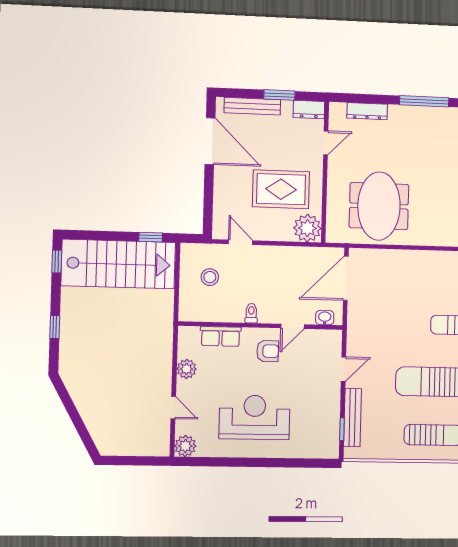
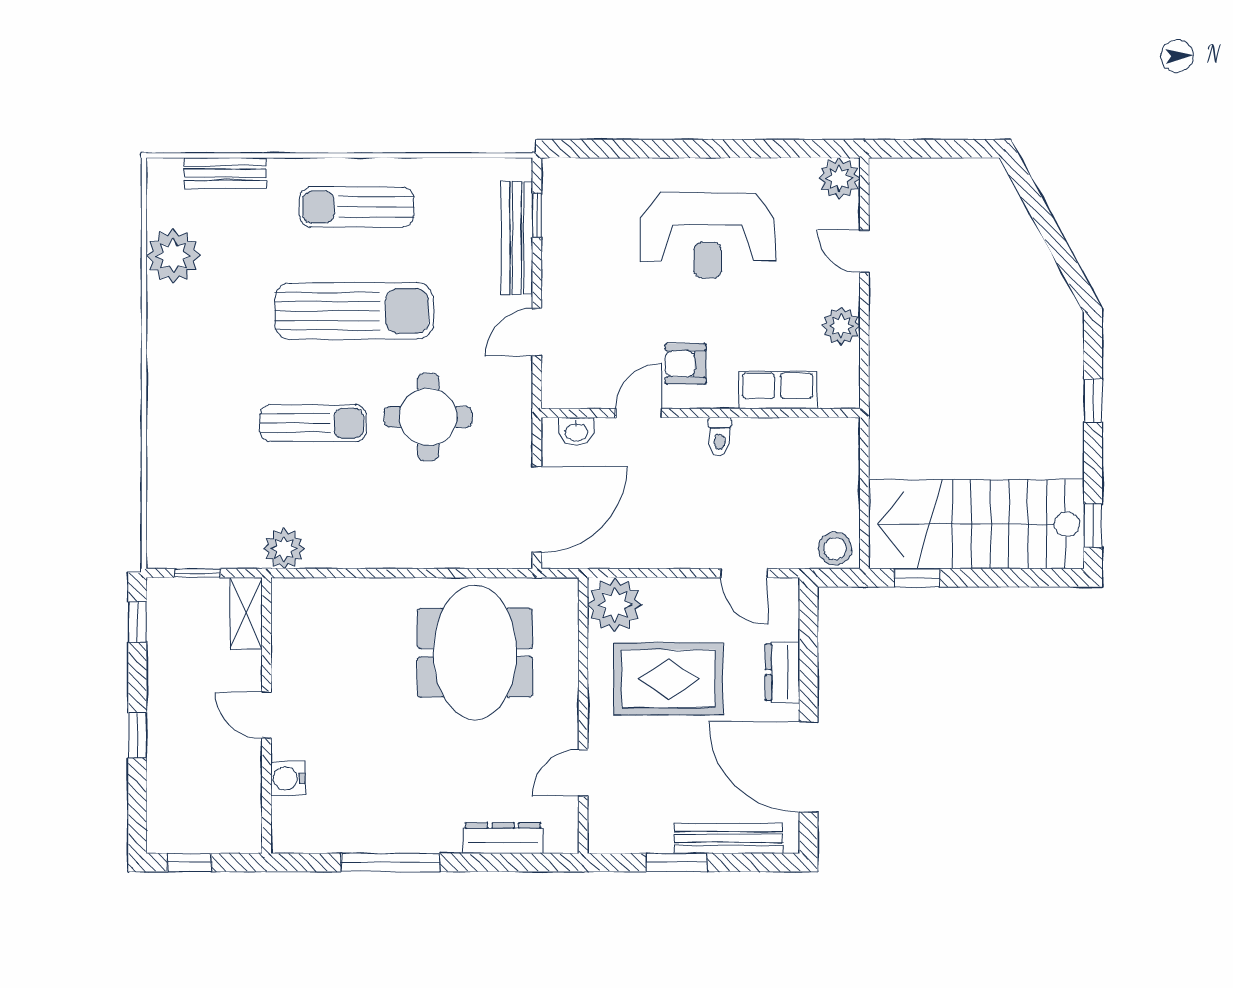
dresser: (309, 110) -> (782, 672), moved, turned -90
stool: (210, 277) -> (835, 549), moved
round table: (400, 327) -> (428, 417), added

